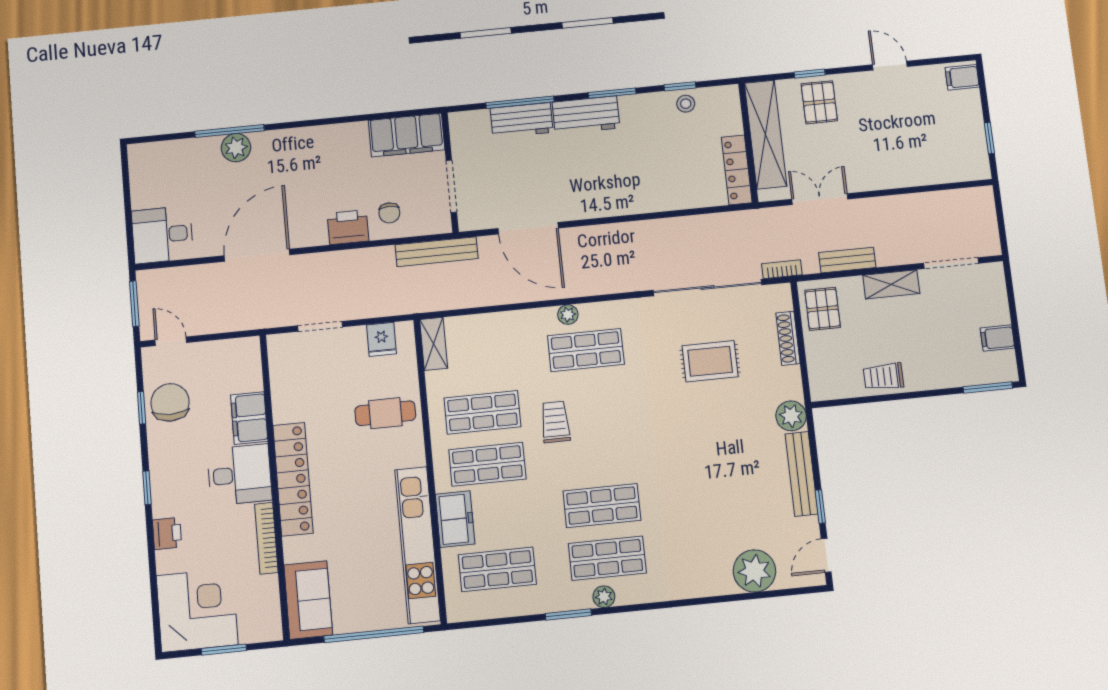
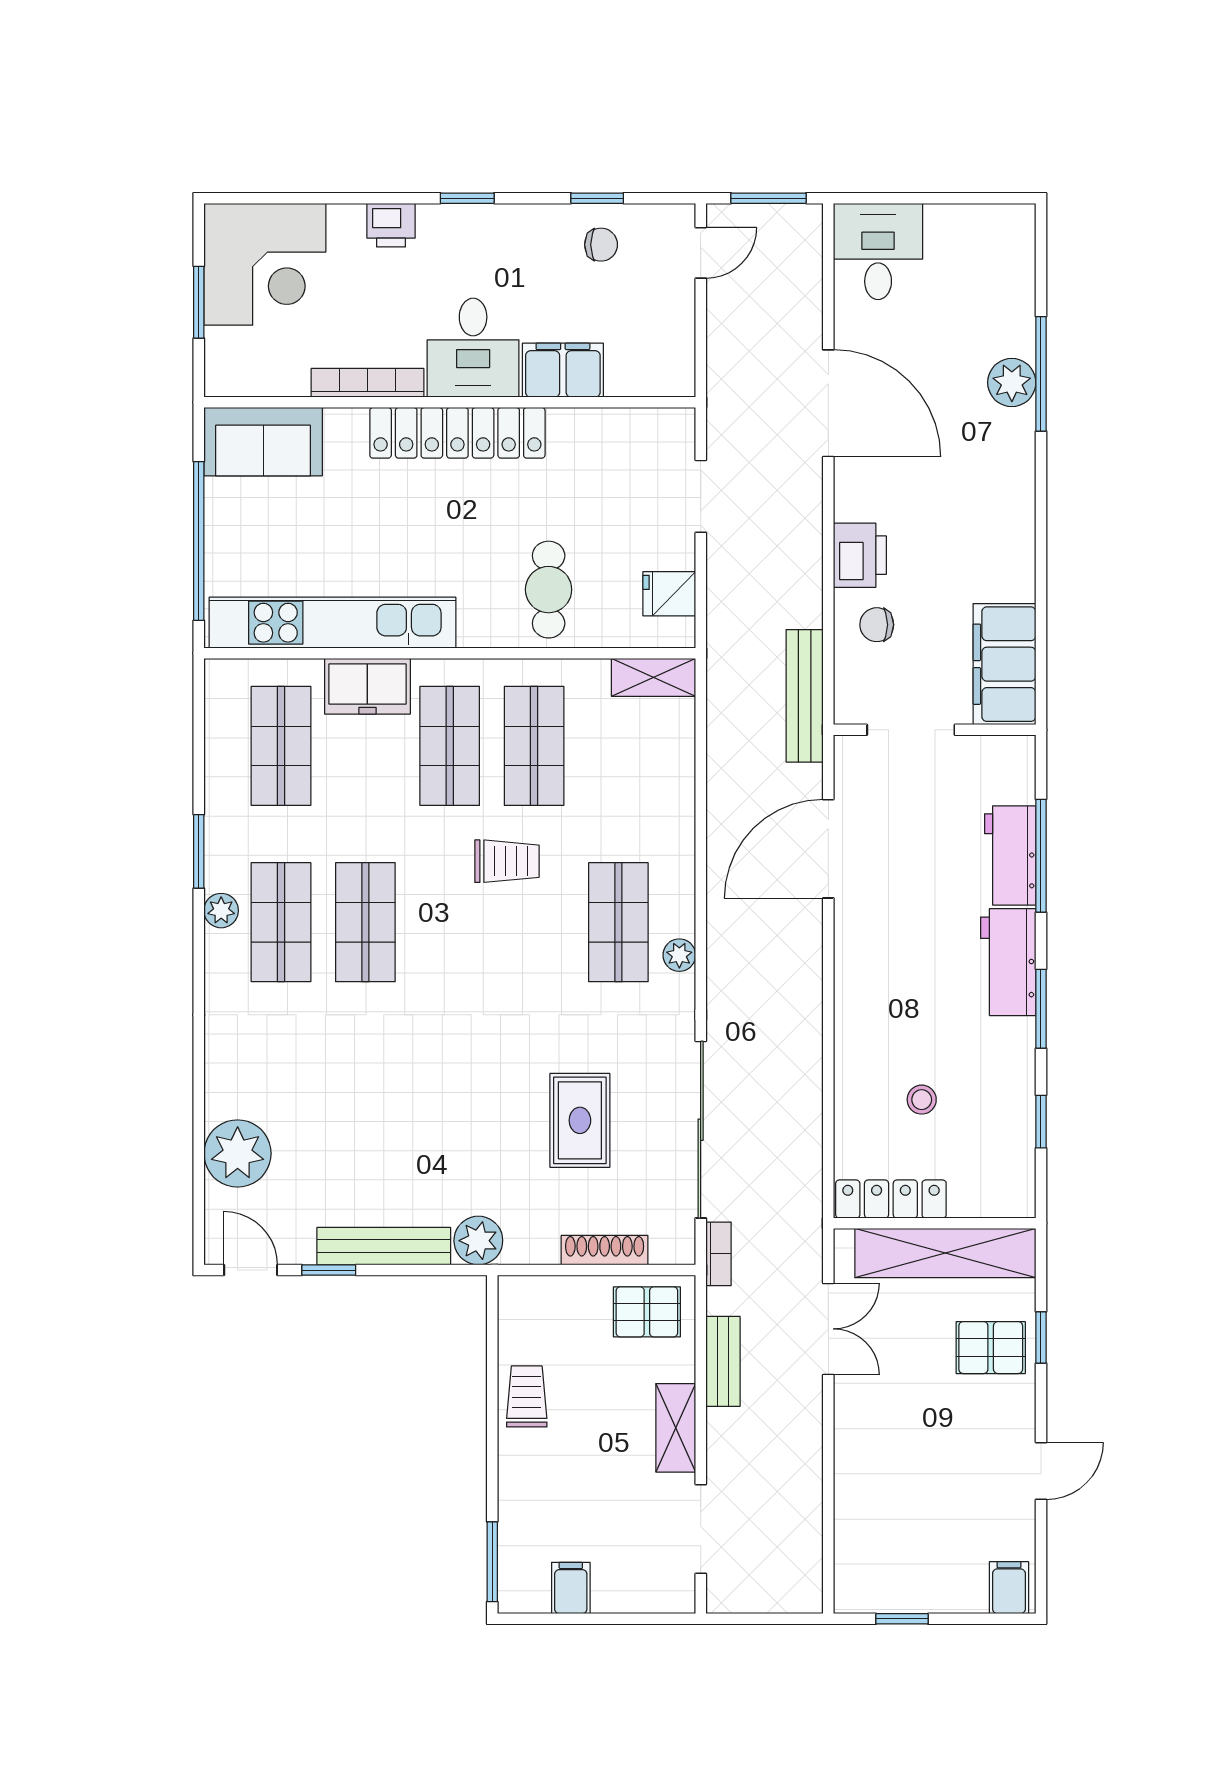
stool: (686, 104) -> (922, 1100), moved
plant: (568, 315) -> (679, 955), moved
chair: (170, 402) -> (601, 245), width x0.54, depth x0.54

